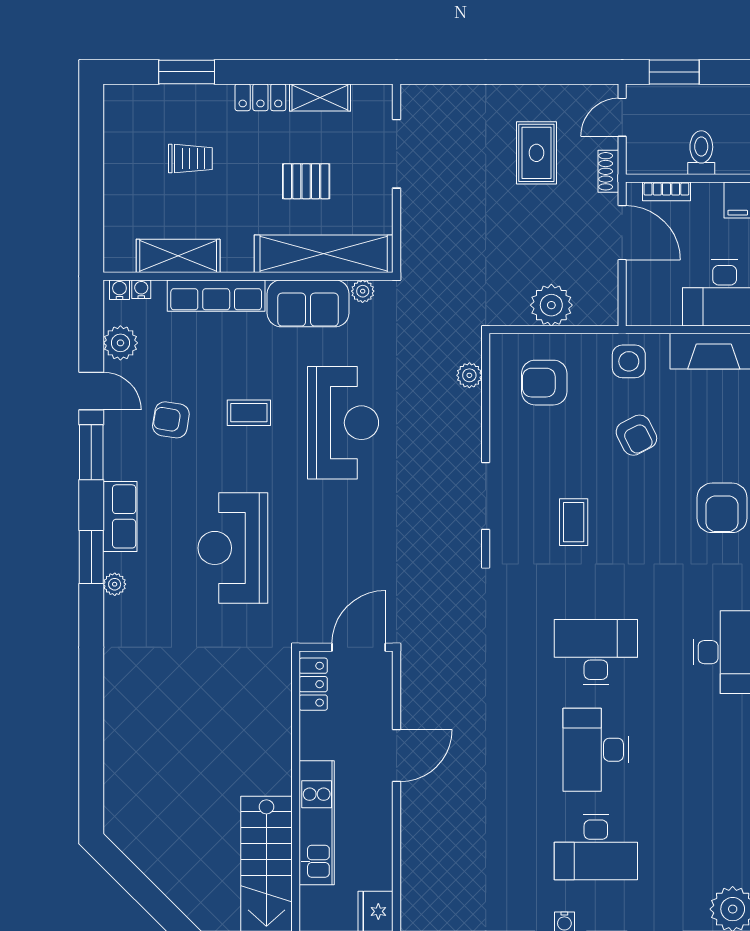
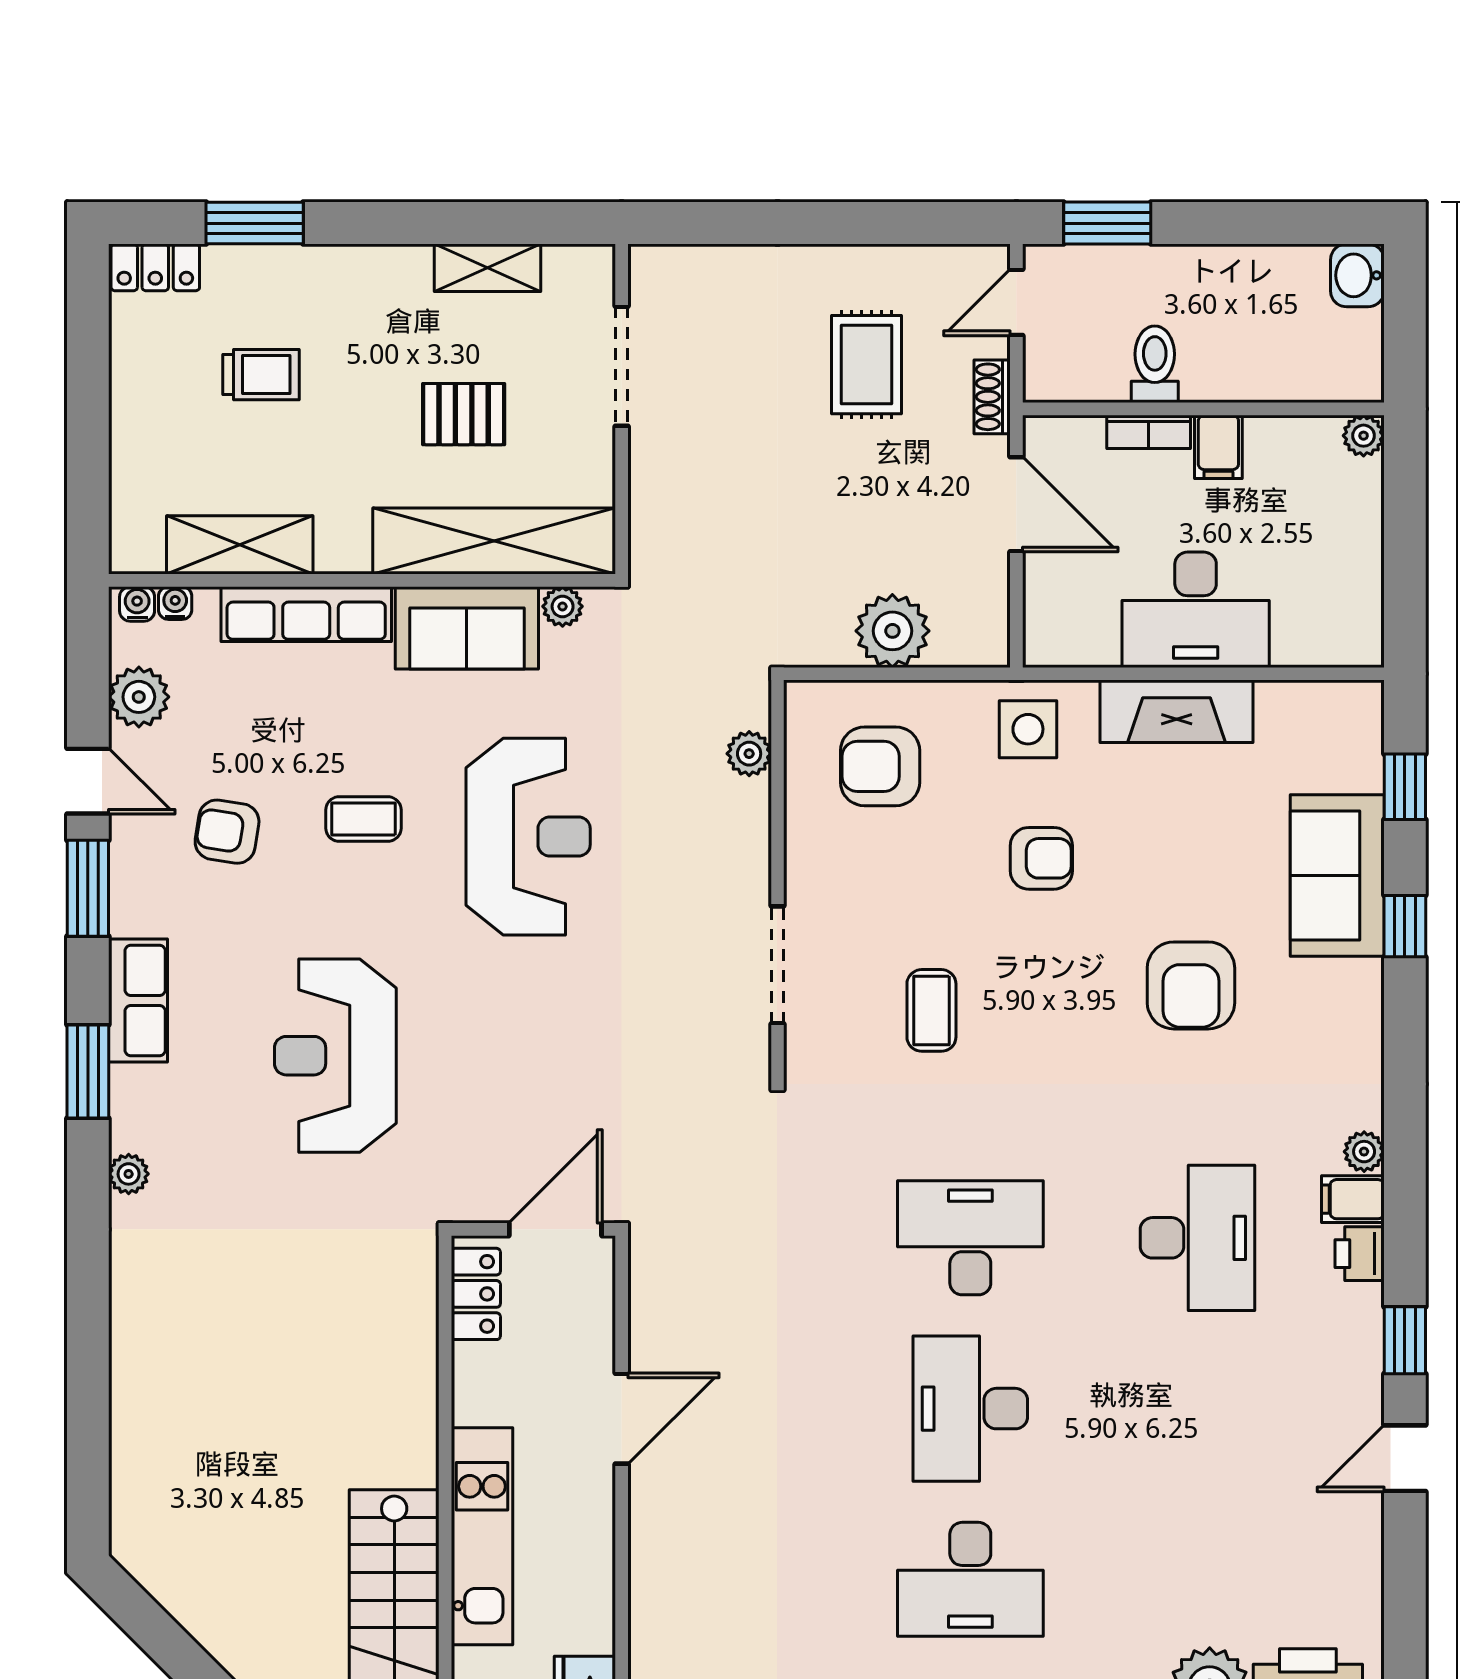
locker: (260, 97) -> (155, 267), moved
bookcase: (666, 191) -> (1149, 432), moved
armchair: (636, 435) -> (1041, 858), turned -63
plant: (115, 584) -> (129, 1174), moved

